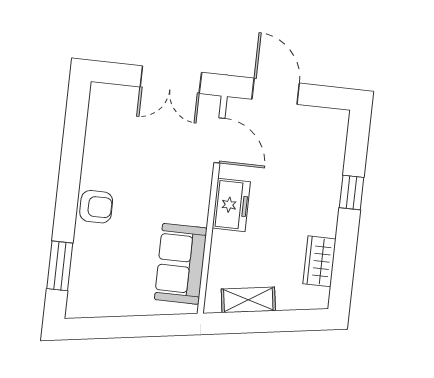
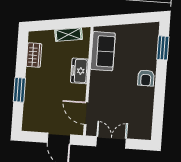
window: (352, 192) -> (19, 90), width x1.50
freezer: (231, 205) -> (80, 71), moved
armchair: (96, 207) -> (146, 78), turned -90

